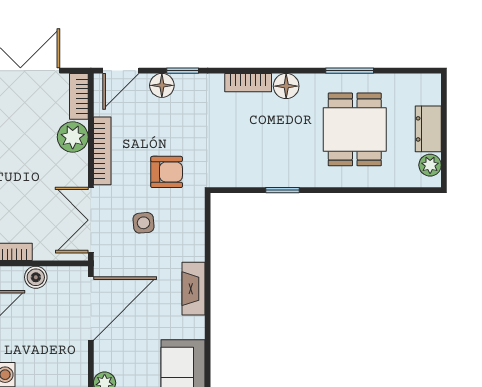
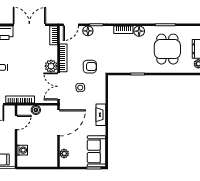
plant: (73, 137) -> (51, 66), moved

